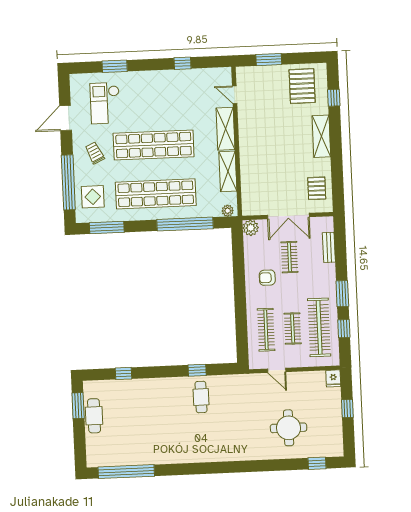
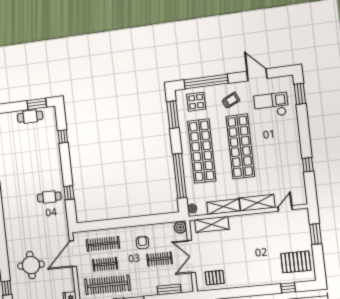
window: (115, 66) -> (300, 94), moved
shelving: (321, 136) -> (212, 224), moved
door: (277, 370) -> (73, 254), width x1.88

